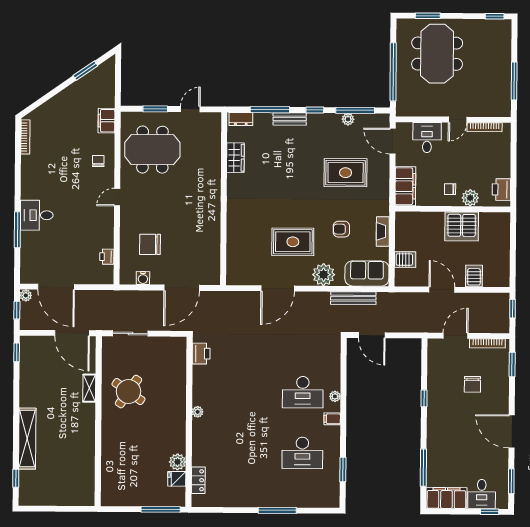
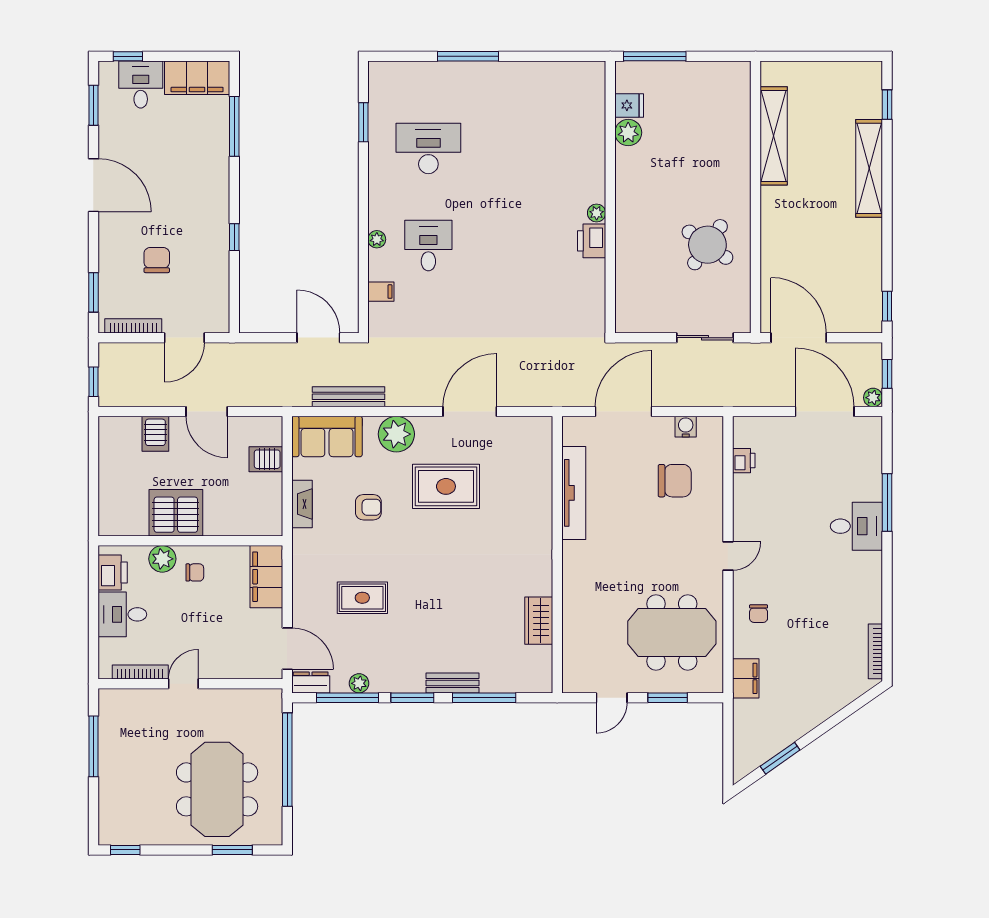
window: (315, 110) -> (412, 698), width x1.50
dresser: (241, 119) -> (311, 682), moved
desk: (427, 138) -> (122, 614), moved, turned 90
rug: (346, 173) -> (362, 598), width x0.73, depth x0.70
tv unit: (213, 237) -> (574, 493), added
printer: (201, 354) -> (592, 241), moved
shelving: (89, 388) -> (774, 136), moved, width x2.20, depth x1.33
desk: (303, 392) -> (428, 246), width x0.73
filing cabinet: (332, 419) -> (381, 292), moved
locker: (198, 480) -> (595, 104), removed

